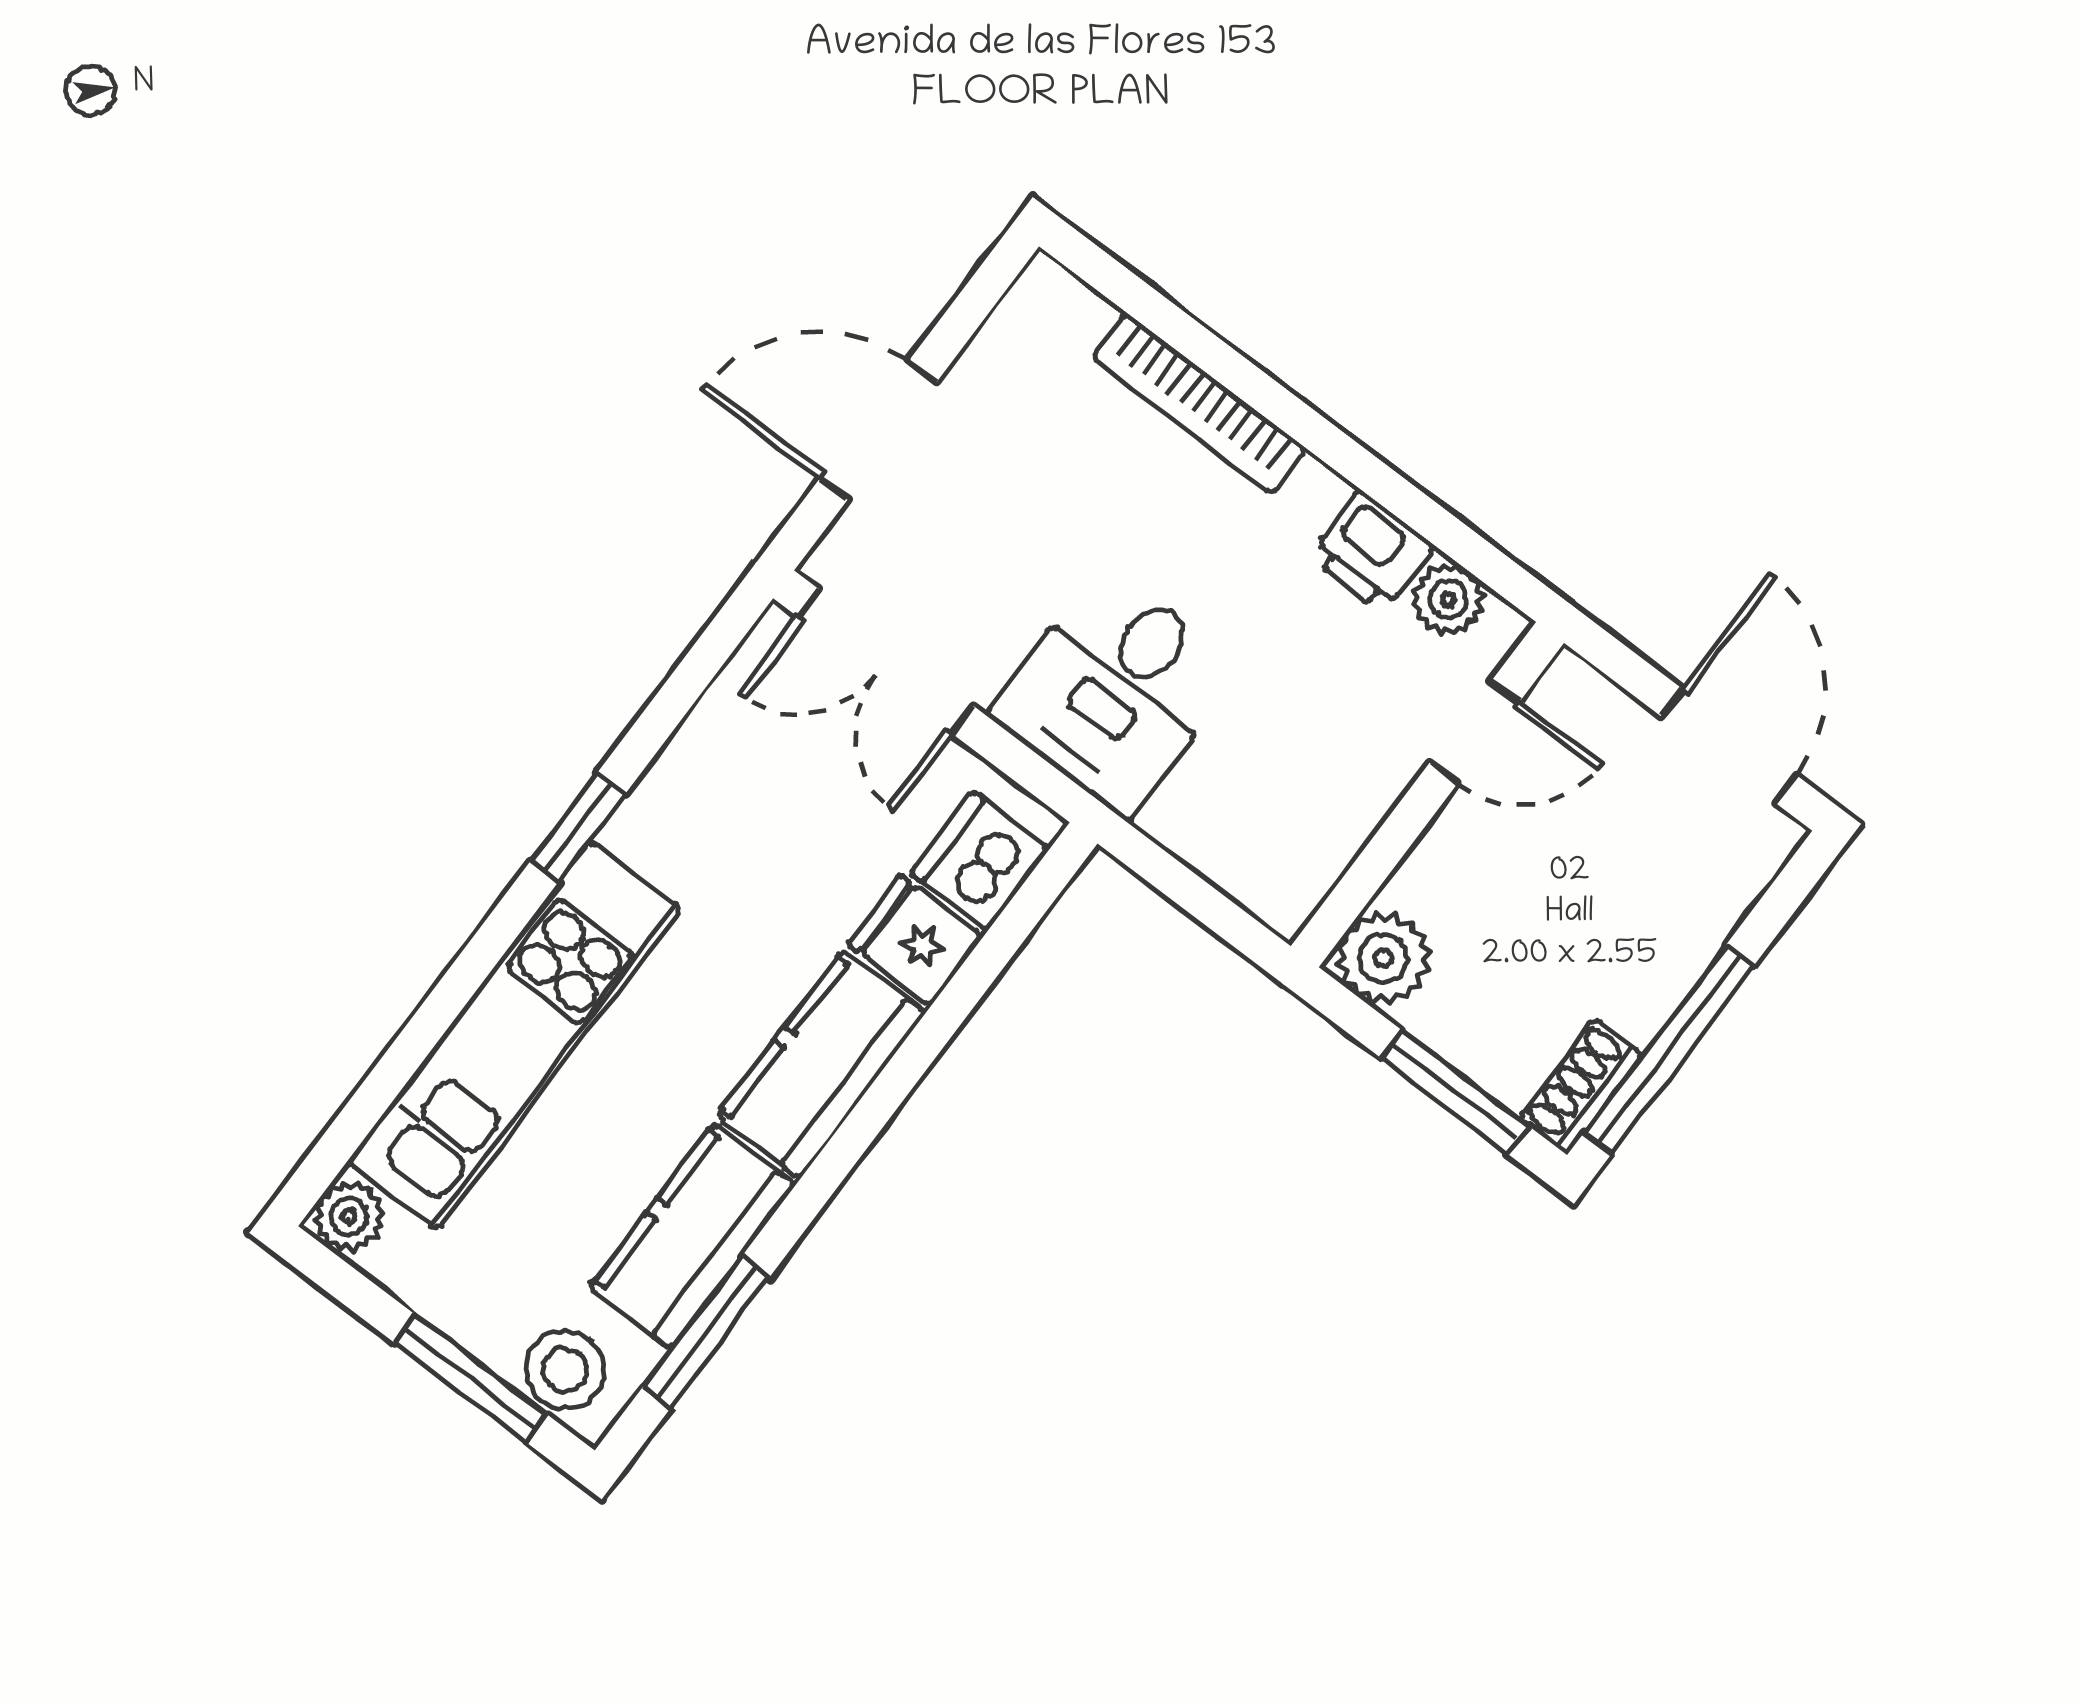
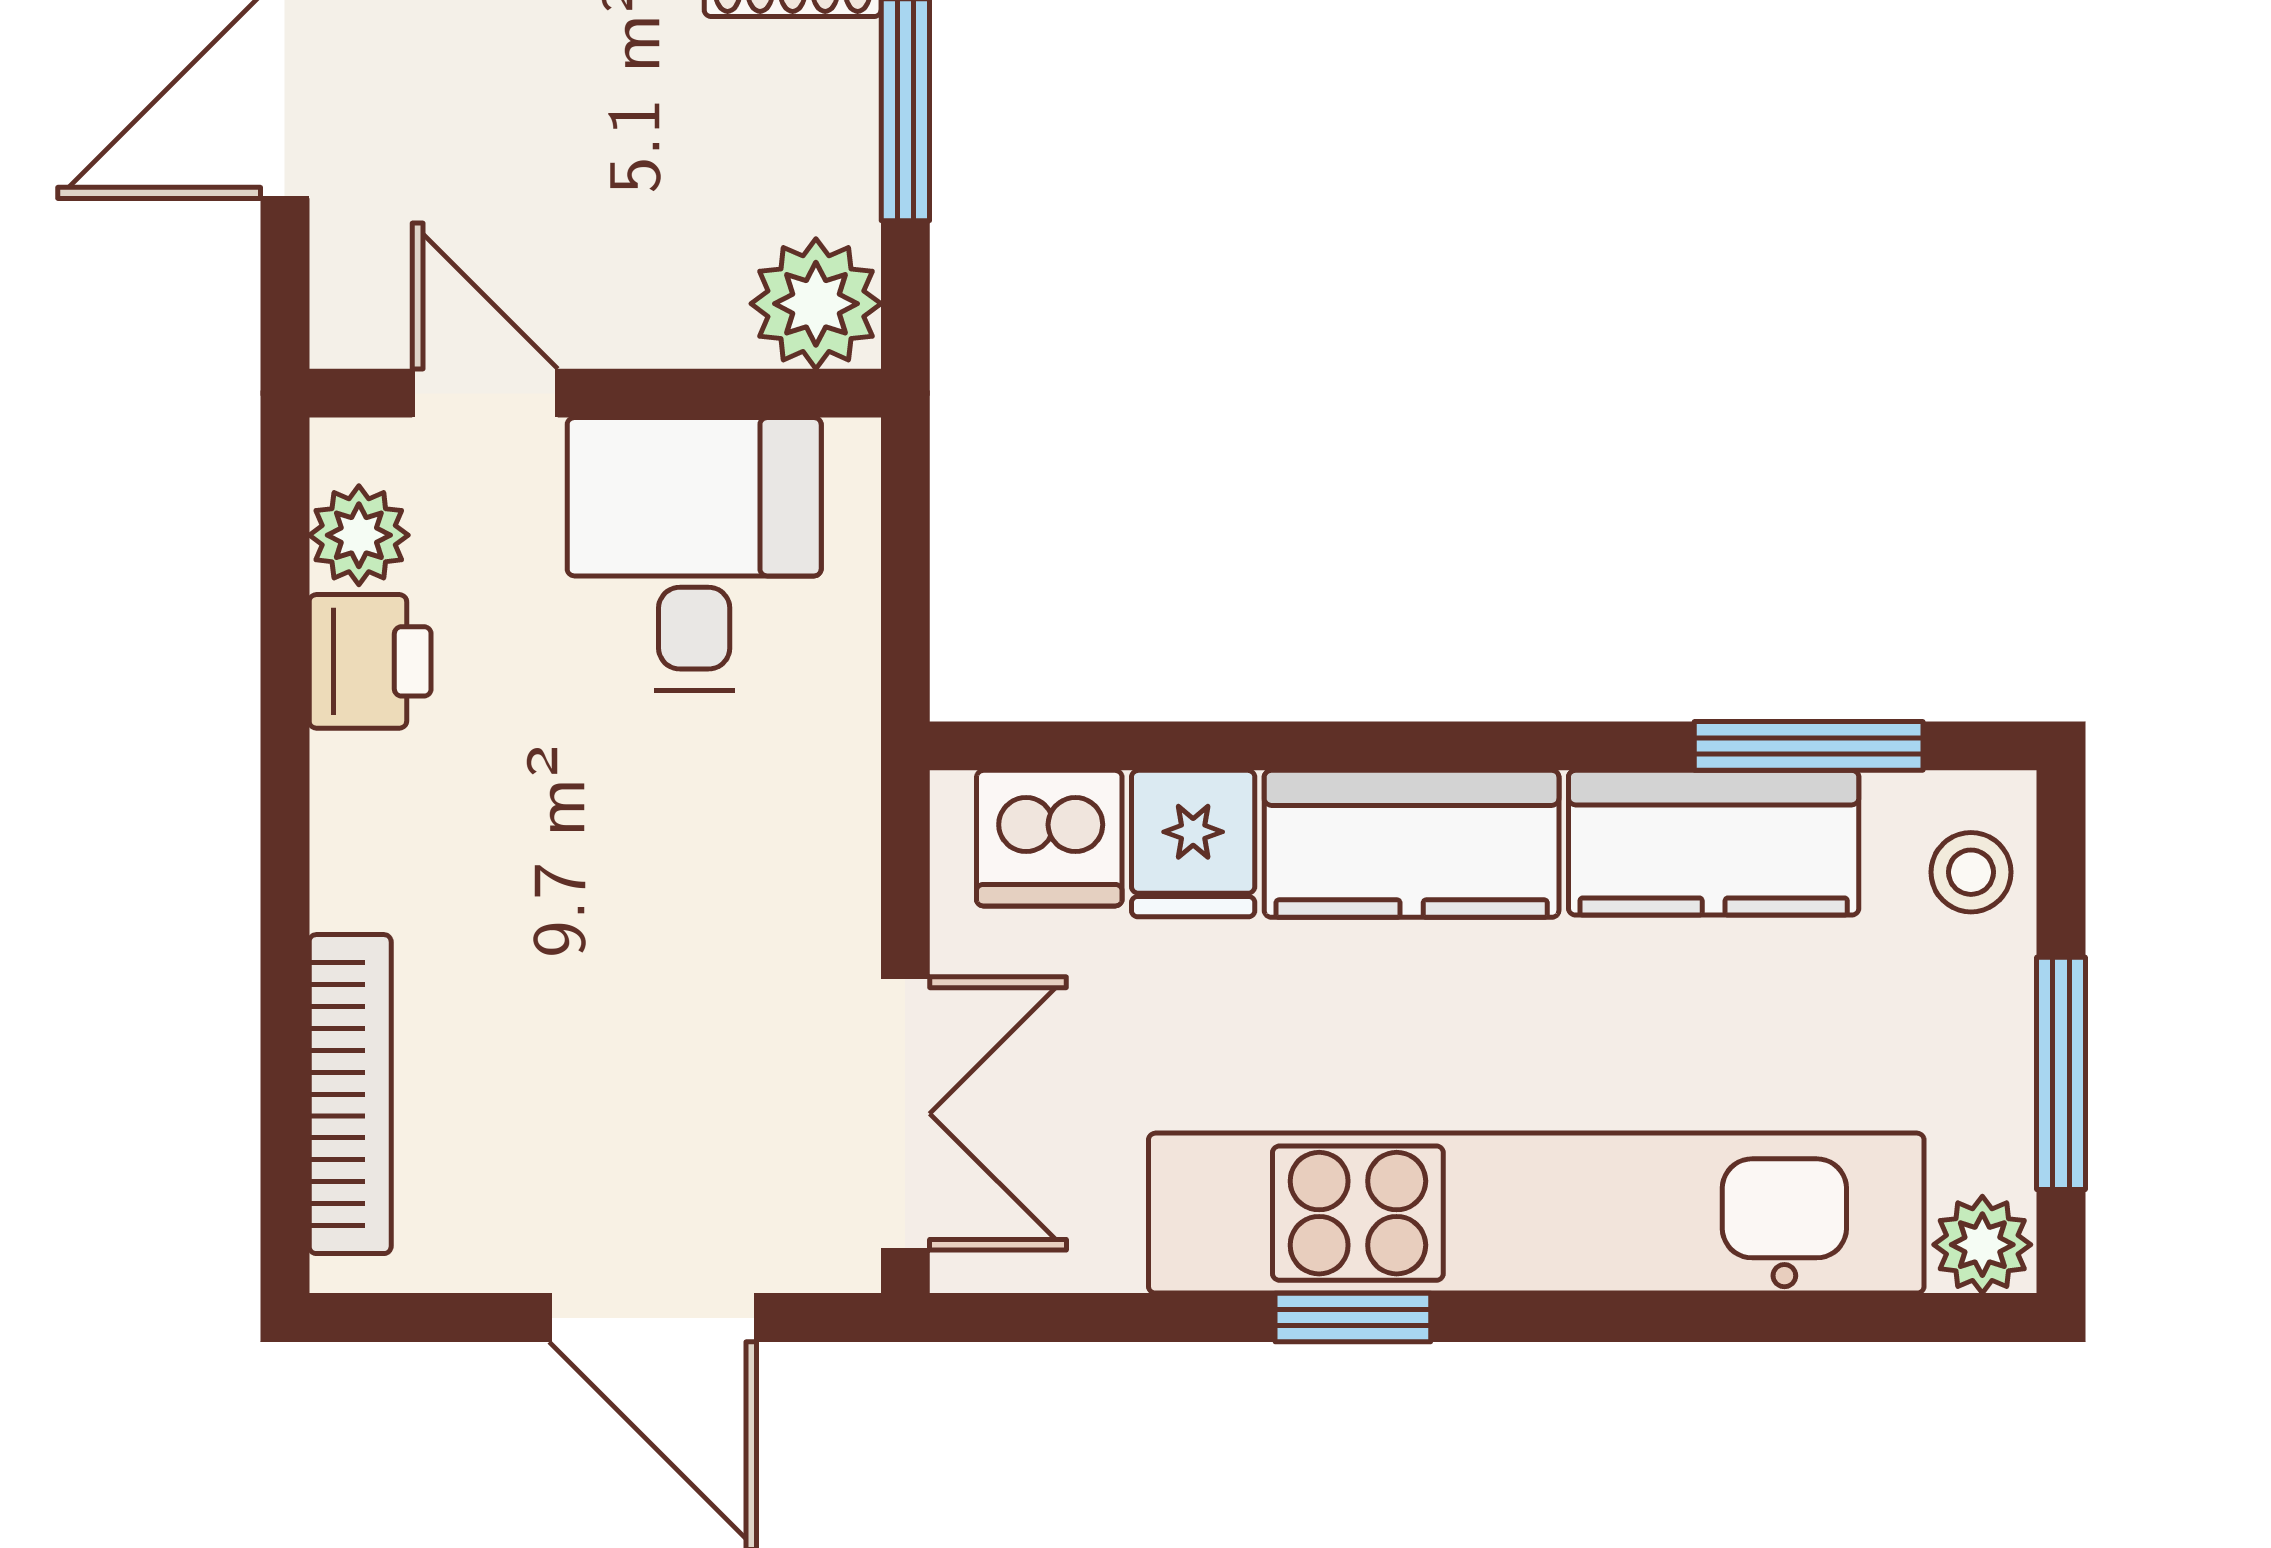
bookcase: (1199, 403) -> (350, 1094), moved
desk: (1115, 691) -> (694, 554), moved, turned -90
kitchen unit: (514, 1035) -> (1536, 1213), width x1.36
stool: (565, 1370) -> (1971, 872), width x0.73, depth x0.73
window: (471, 1378) -> (2061, 1073), moved

